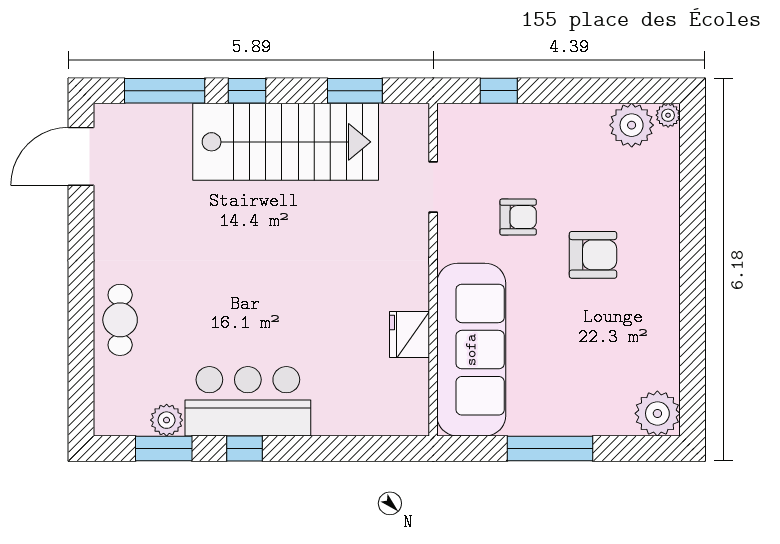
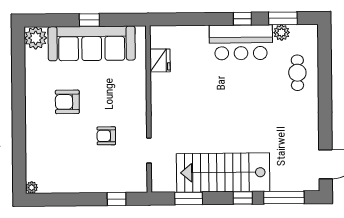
plant: (632, 125) -> (50, 182), removed
armchair: (593, 255) -> (67, 102), moved
cafe table: (120, 320) -> (297, 73), moved
fridge: (410, 334) -> (160, 60), moved
sofa: (471, 350) -> (92, 43), moved, turned -90
window: (550, 449) -> (89, 20), width x0.46

